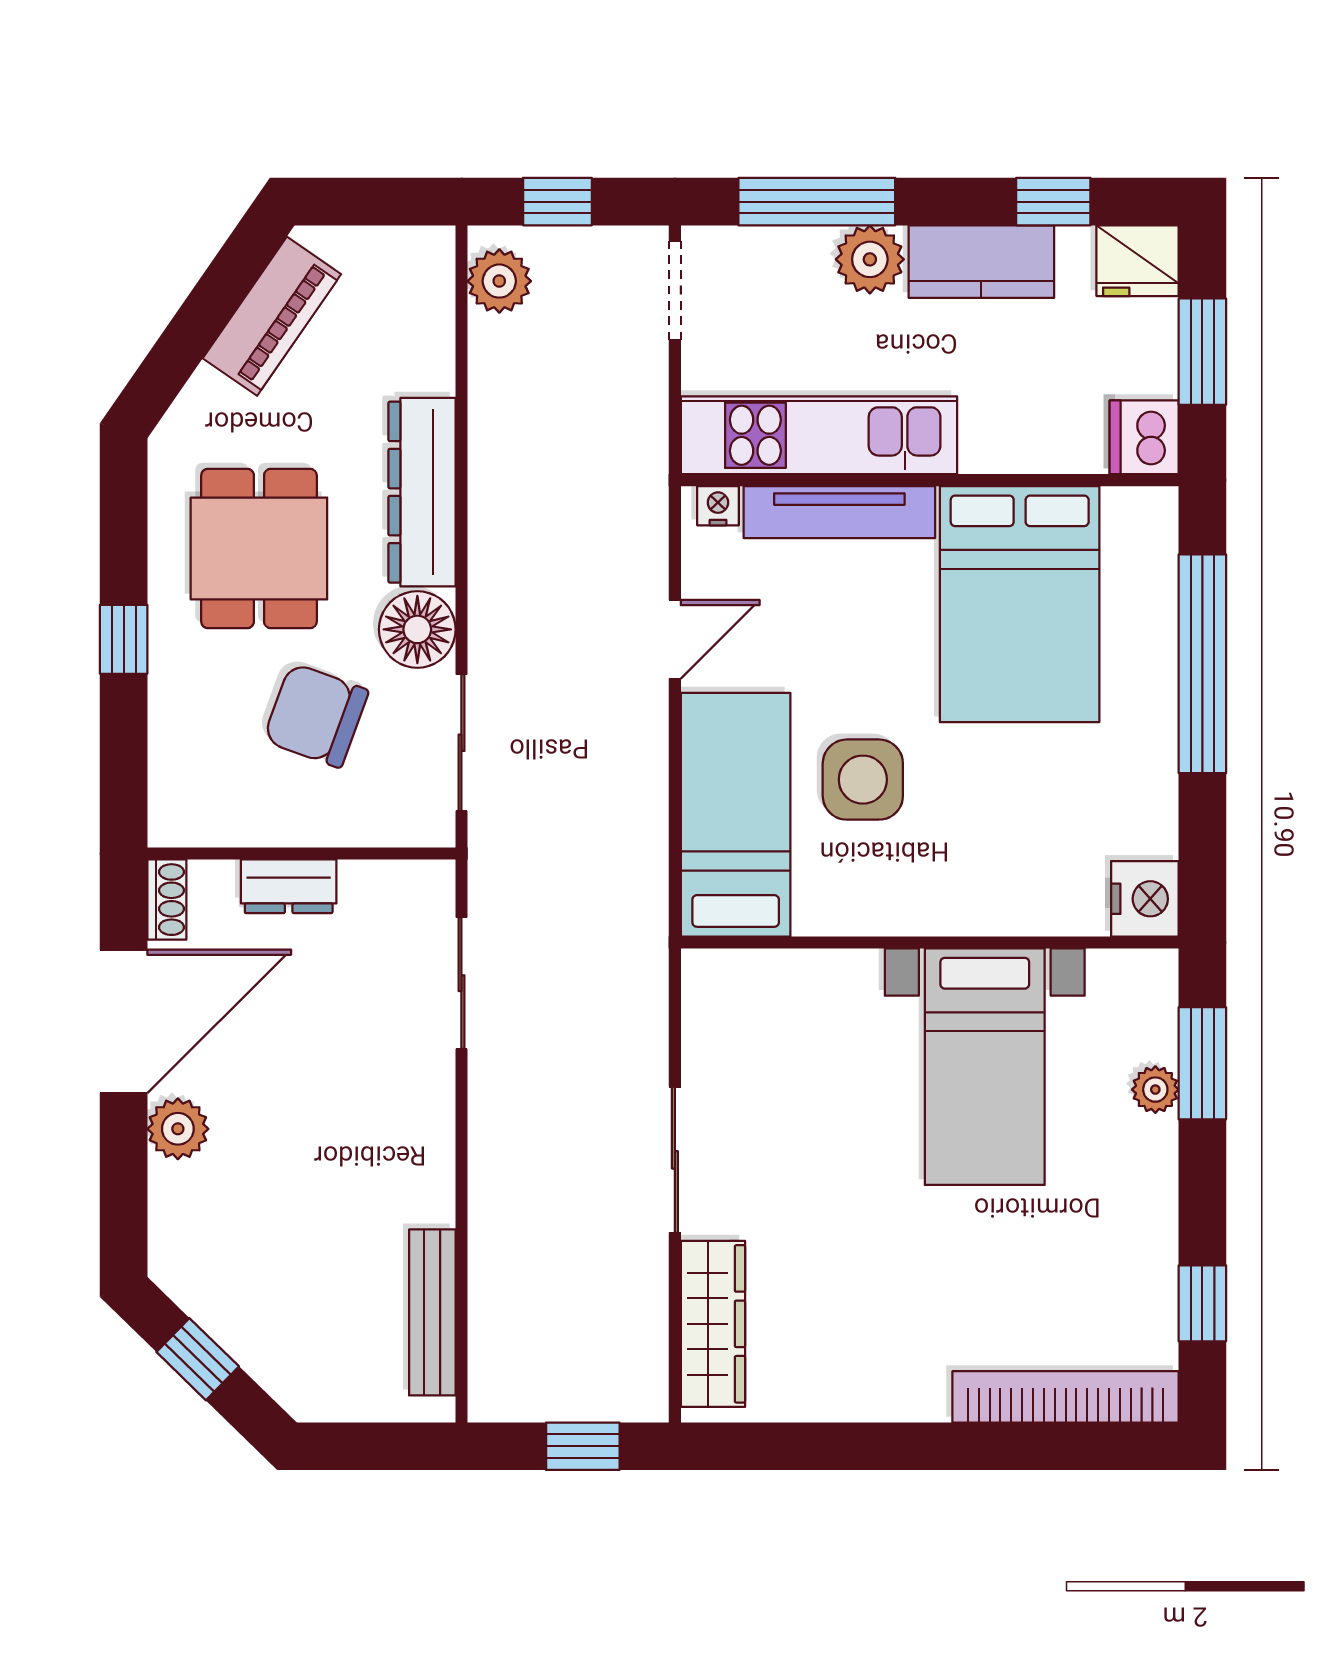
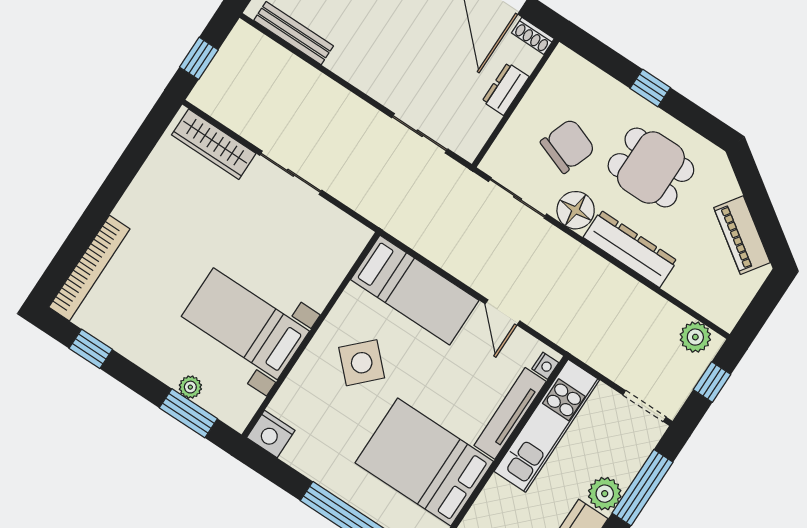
side table: (863, 780) -> (362, 363), moved, turned 45

